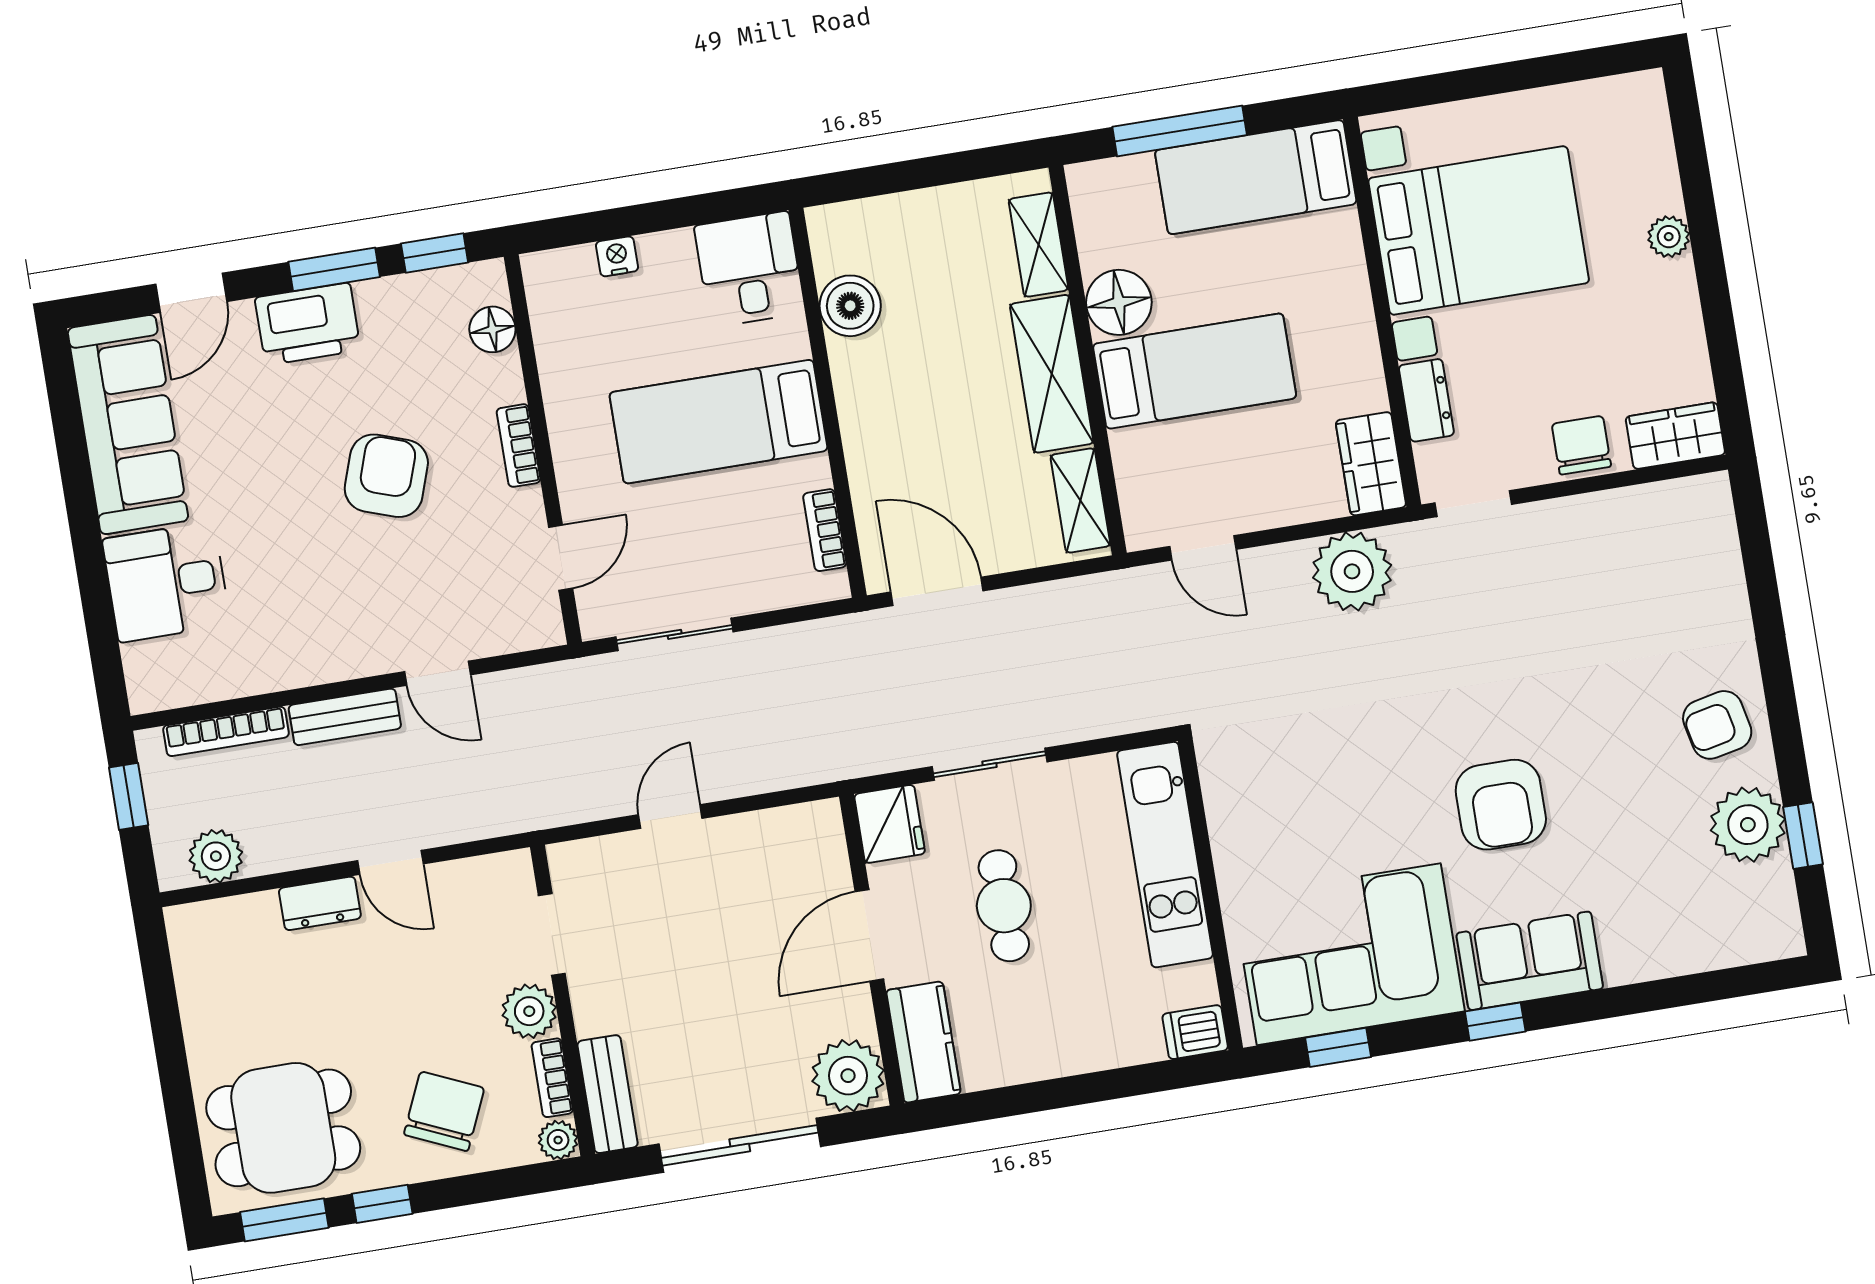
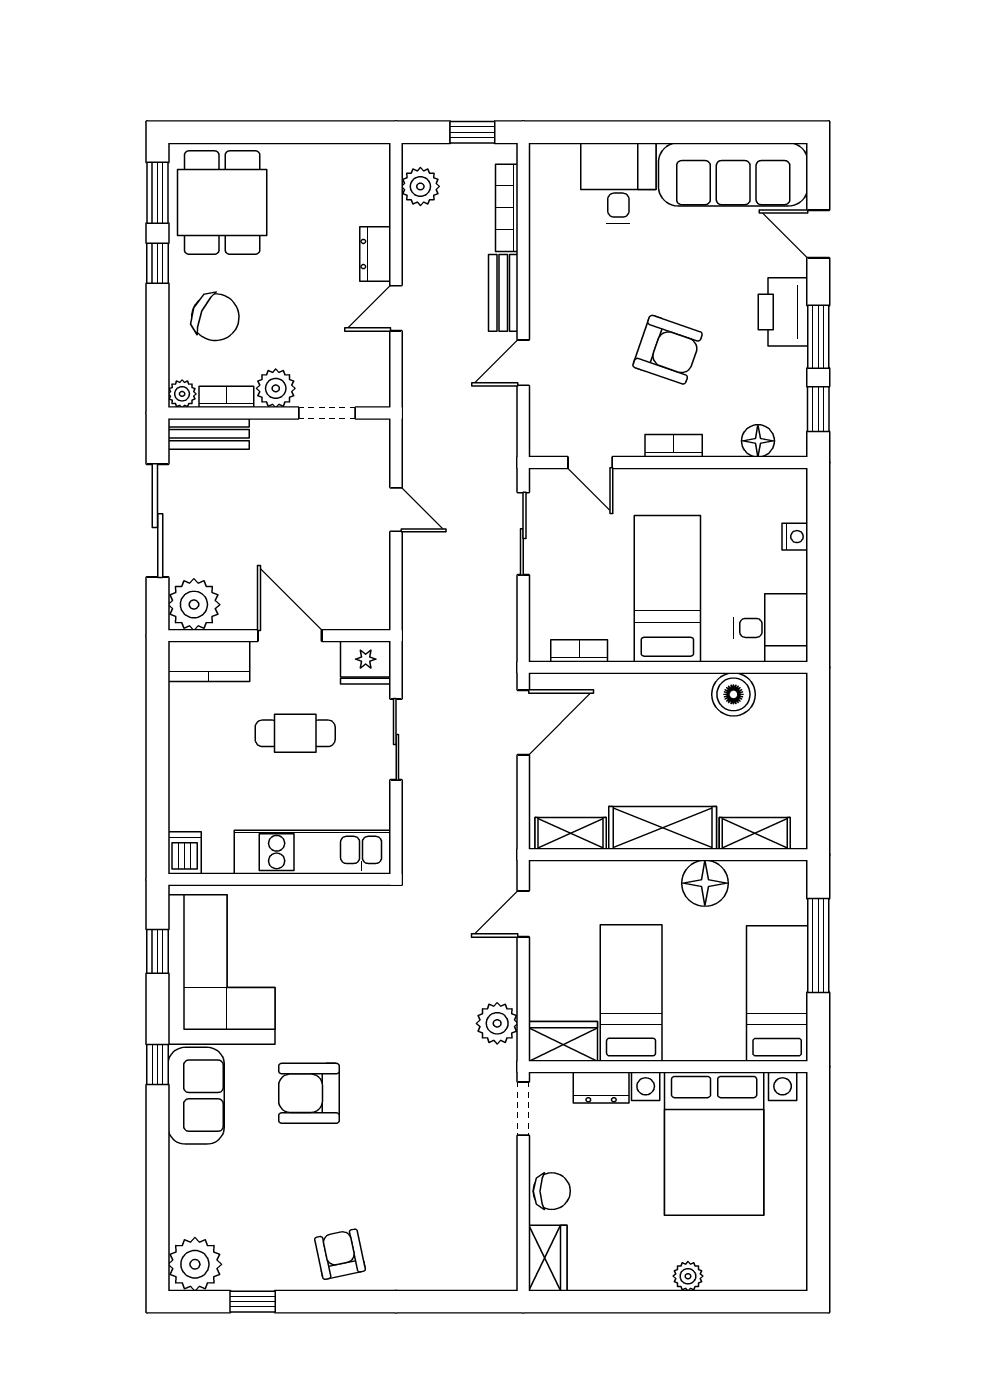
bed: (1195, 371) -> (631, 993), moved, turned 180
plant: (1352, 571) -> (497, 1023), width x0.73, depth x0.73
plant: (1748, 825) -> (195, 1264), moved

